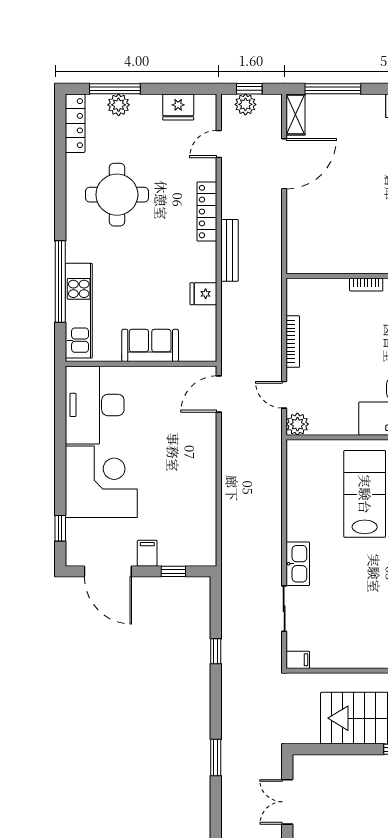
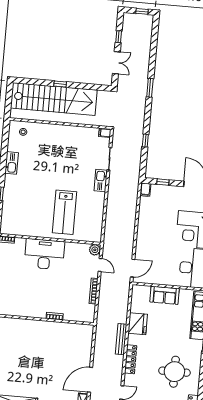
fridge: (203, 294) -> (138, 324), width x1.88, depth x1.34
filing cabinet: (147, 553) -> (145, 190), moved

